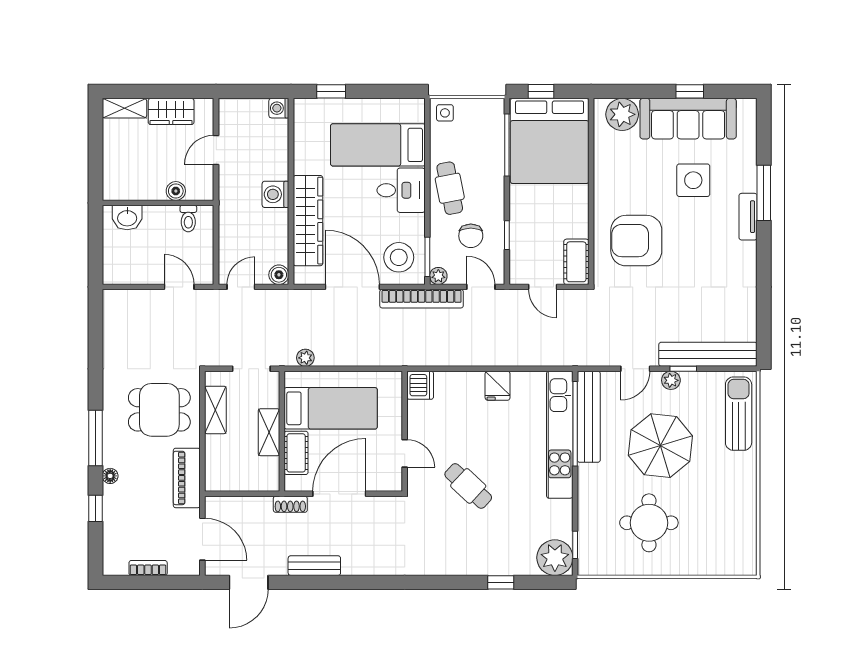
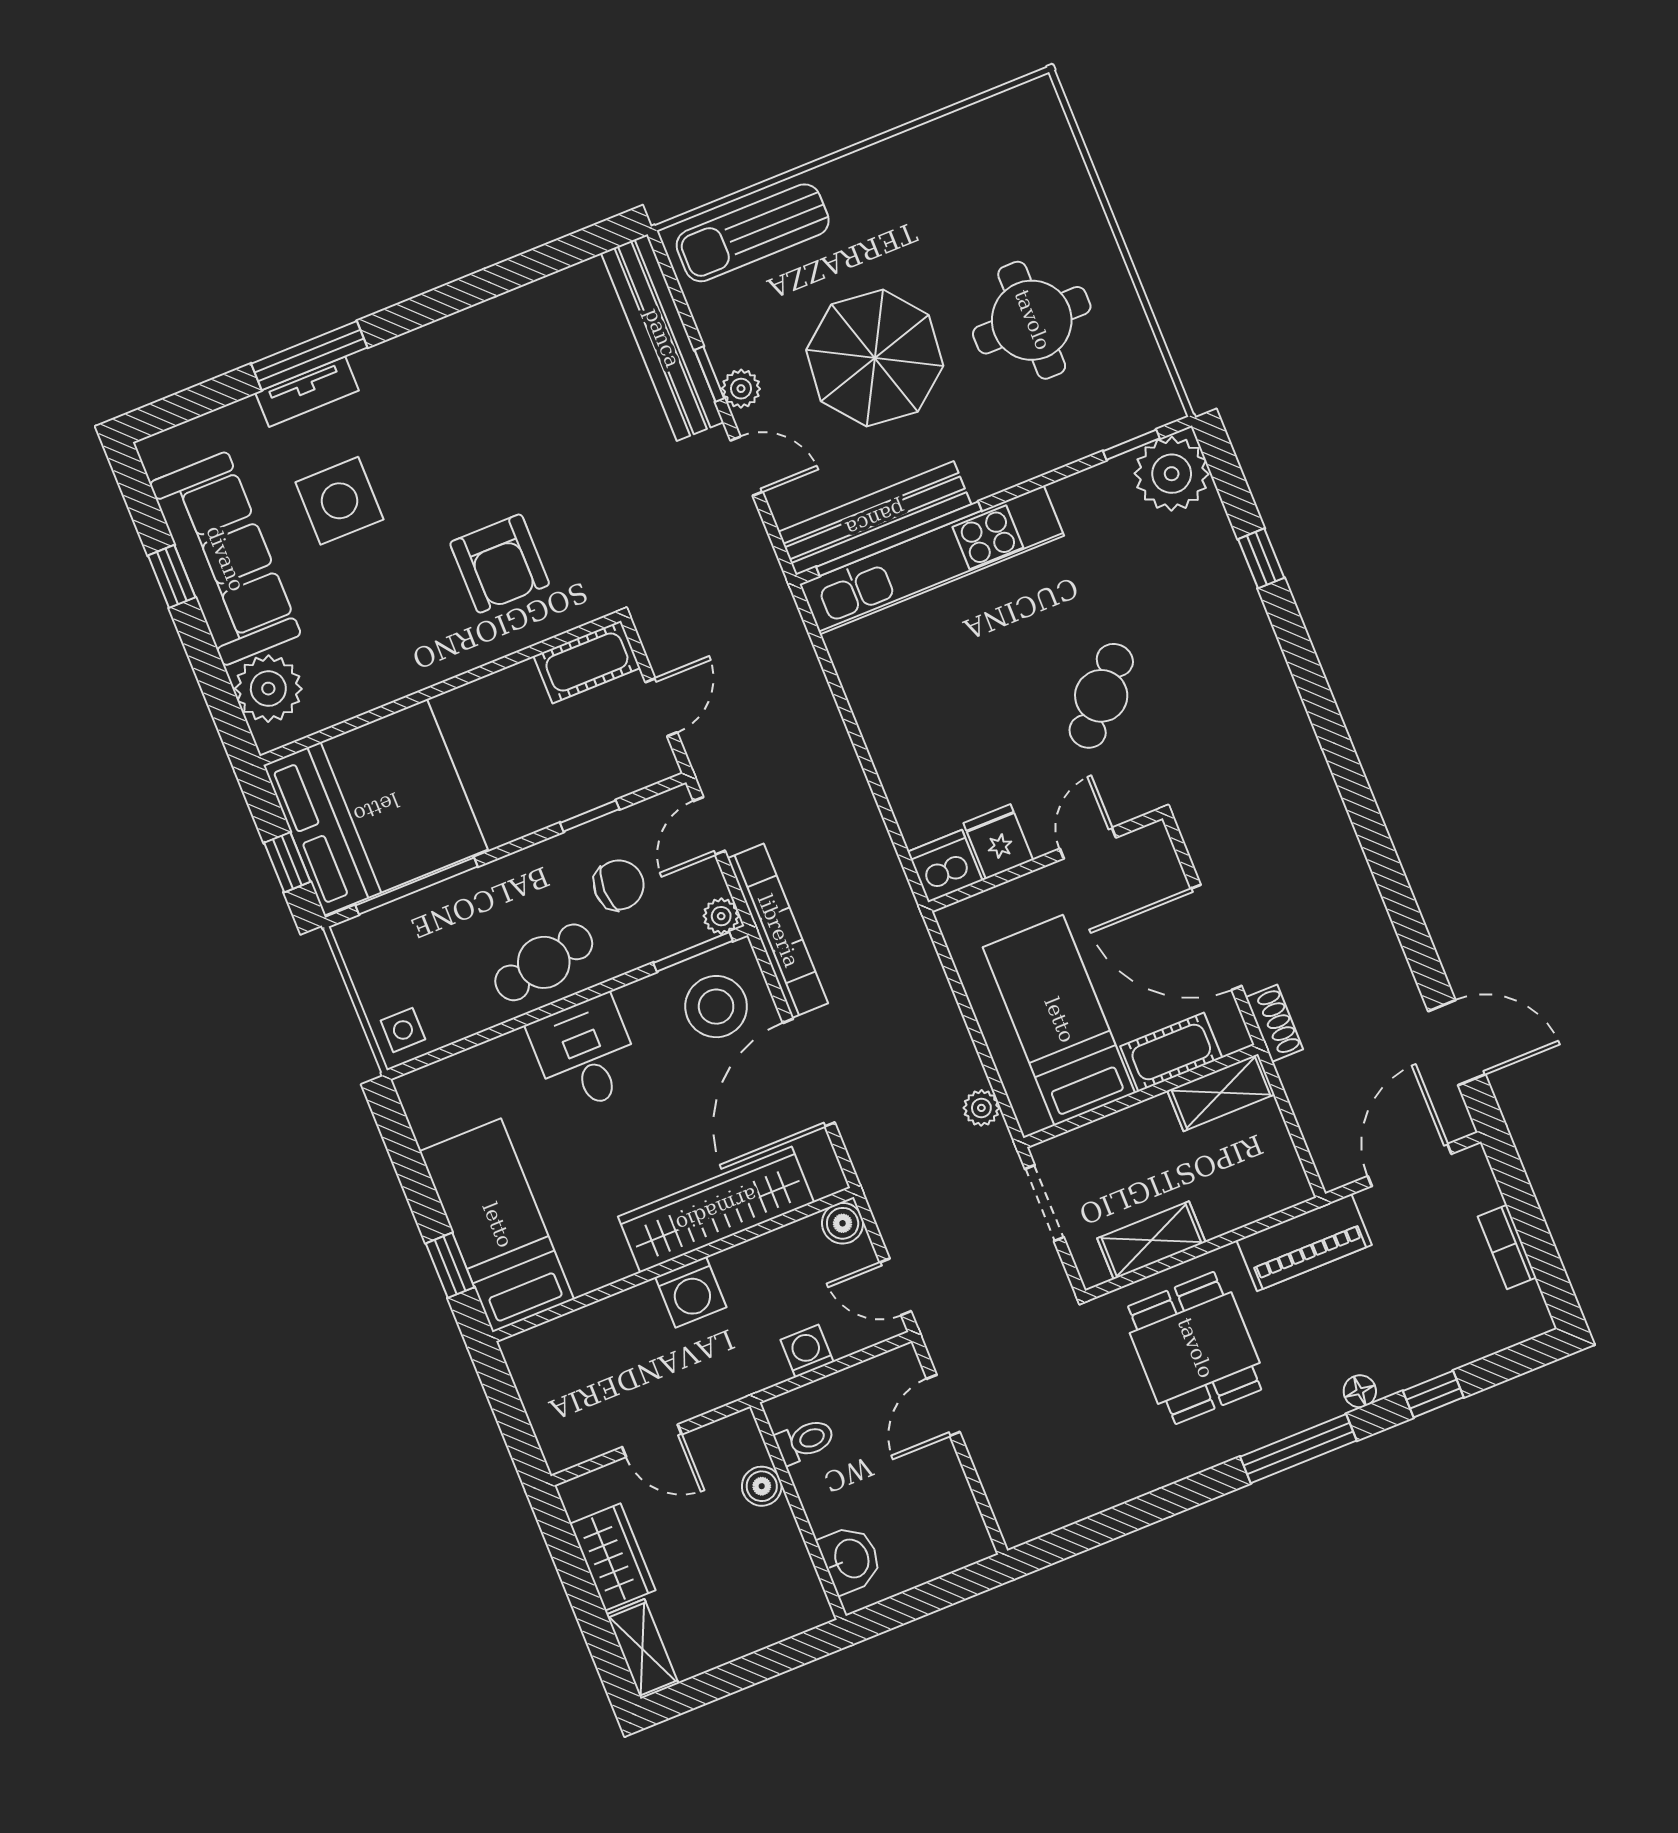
washing machine: (279, 108) -> (807, 1351), moved, turned 180
bed: (378, 145) -> (497, 1225), moved, turned 180
tv unit: (748, 217) -> (307, 392), moved
armchair: (636, 241) -> (500, 564), width x0.73, depth x0.73
fridge: (498, 386) -> (998, 842), moved, turned -90
shelving: (269, 432) -> (1221, 1092), moved
bench: (314, 566) -> (1374, 929), removed

